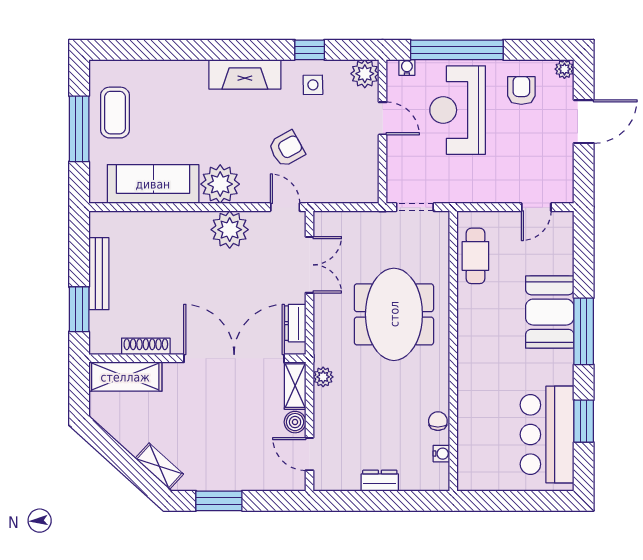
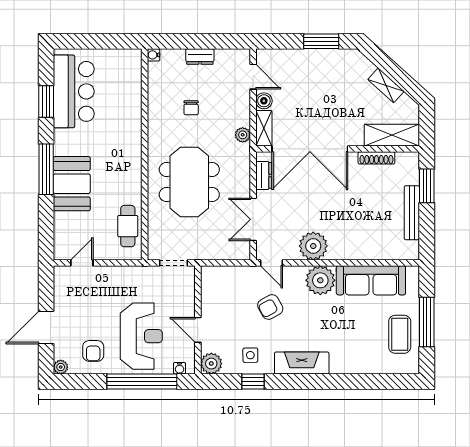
chair: (438, 421) -> (191, 108), moved
water cooler: (441, 454) -> (153, 55), moved
shelving: (159, 466) -> (386, 85), moved

